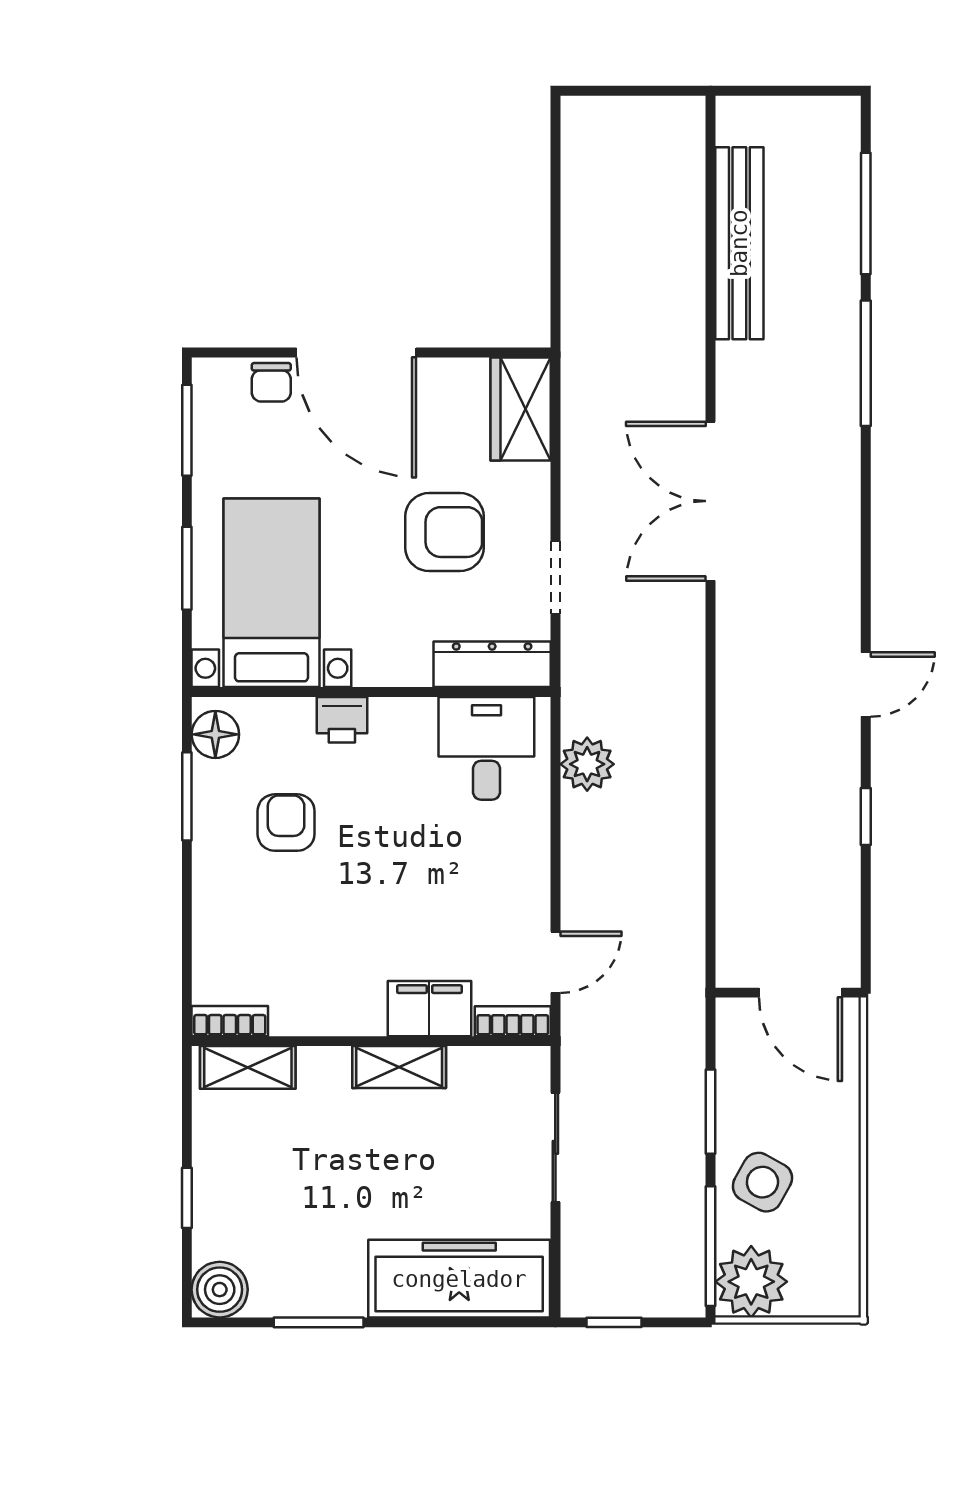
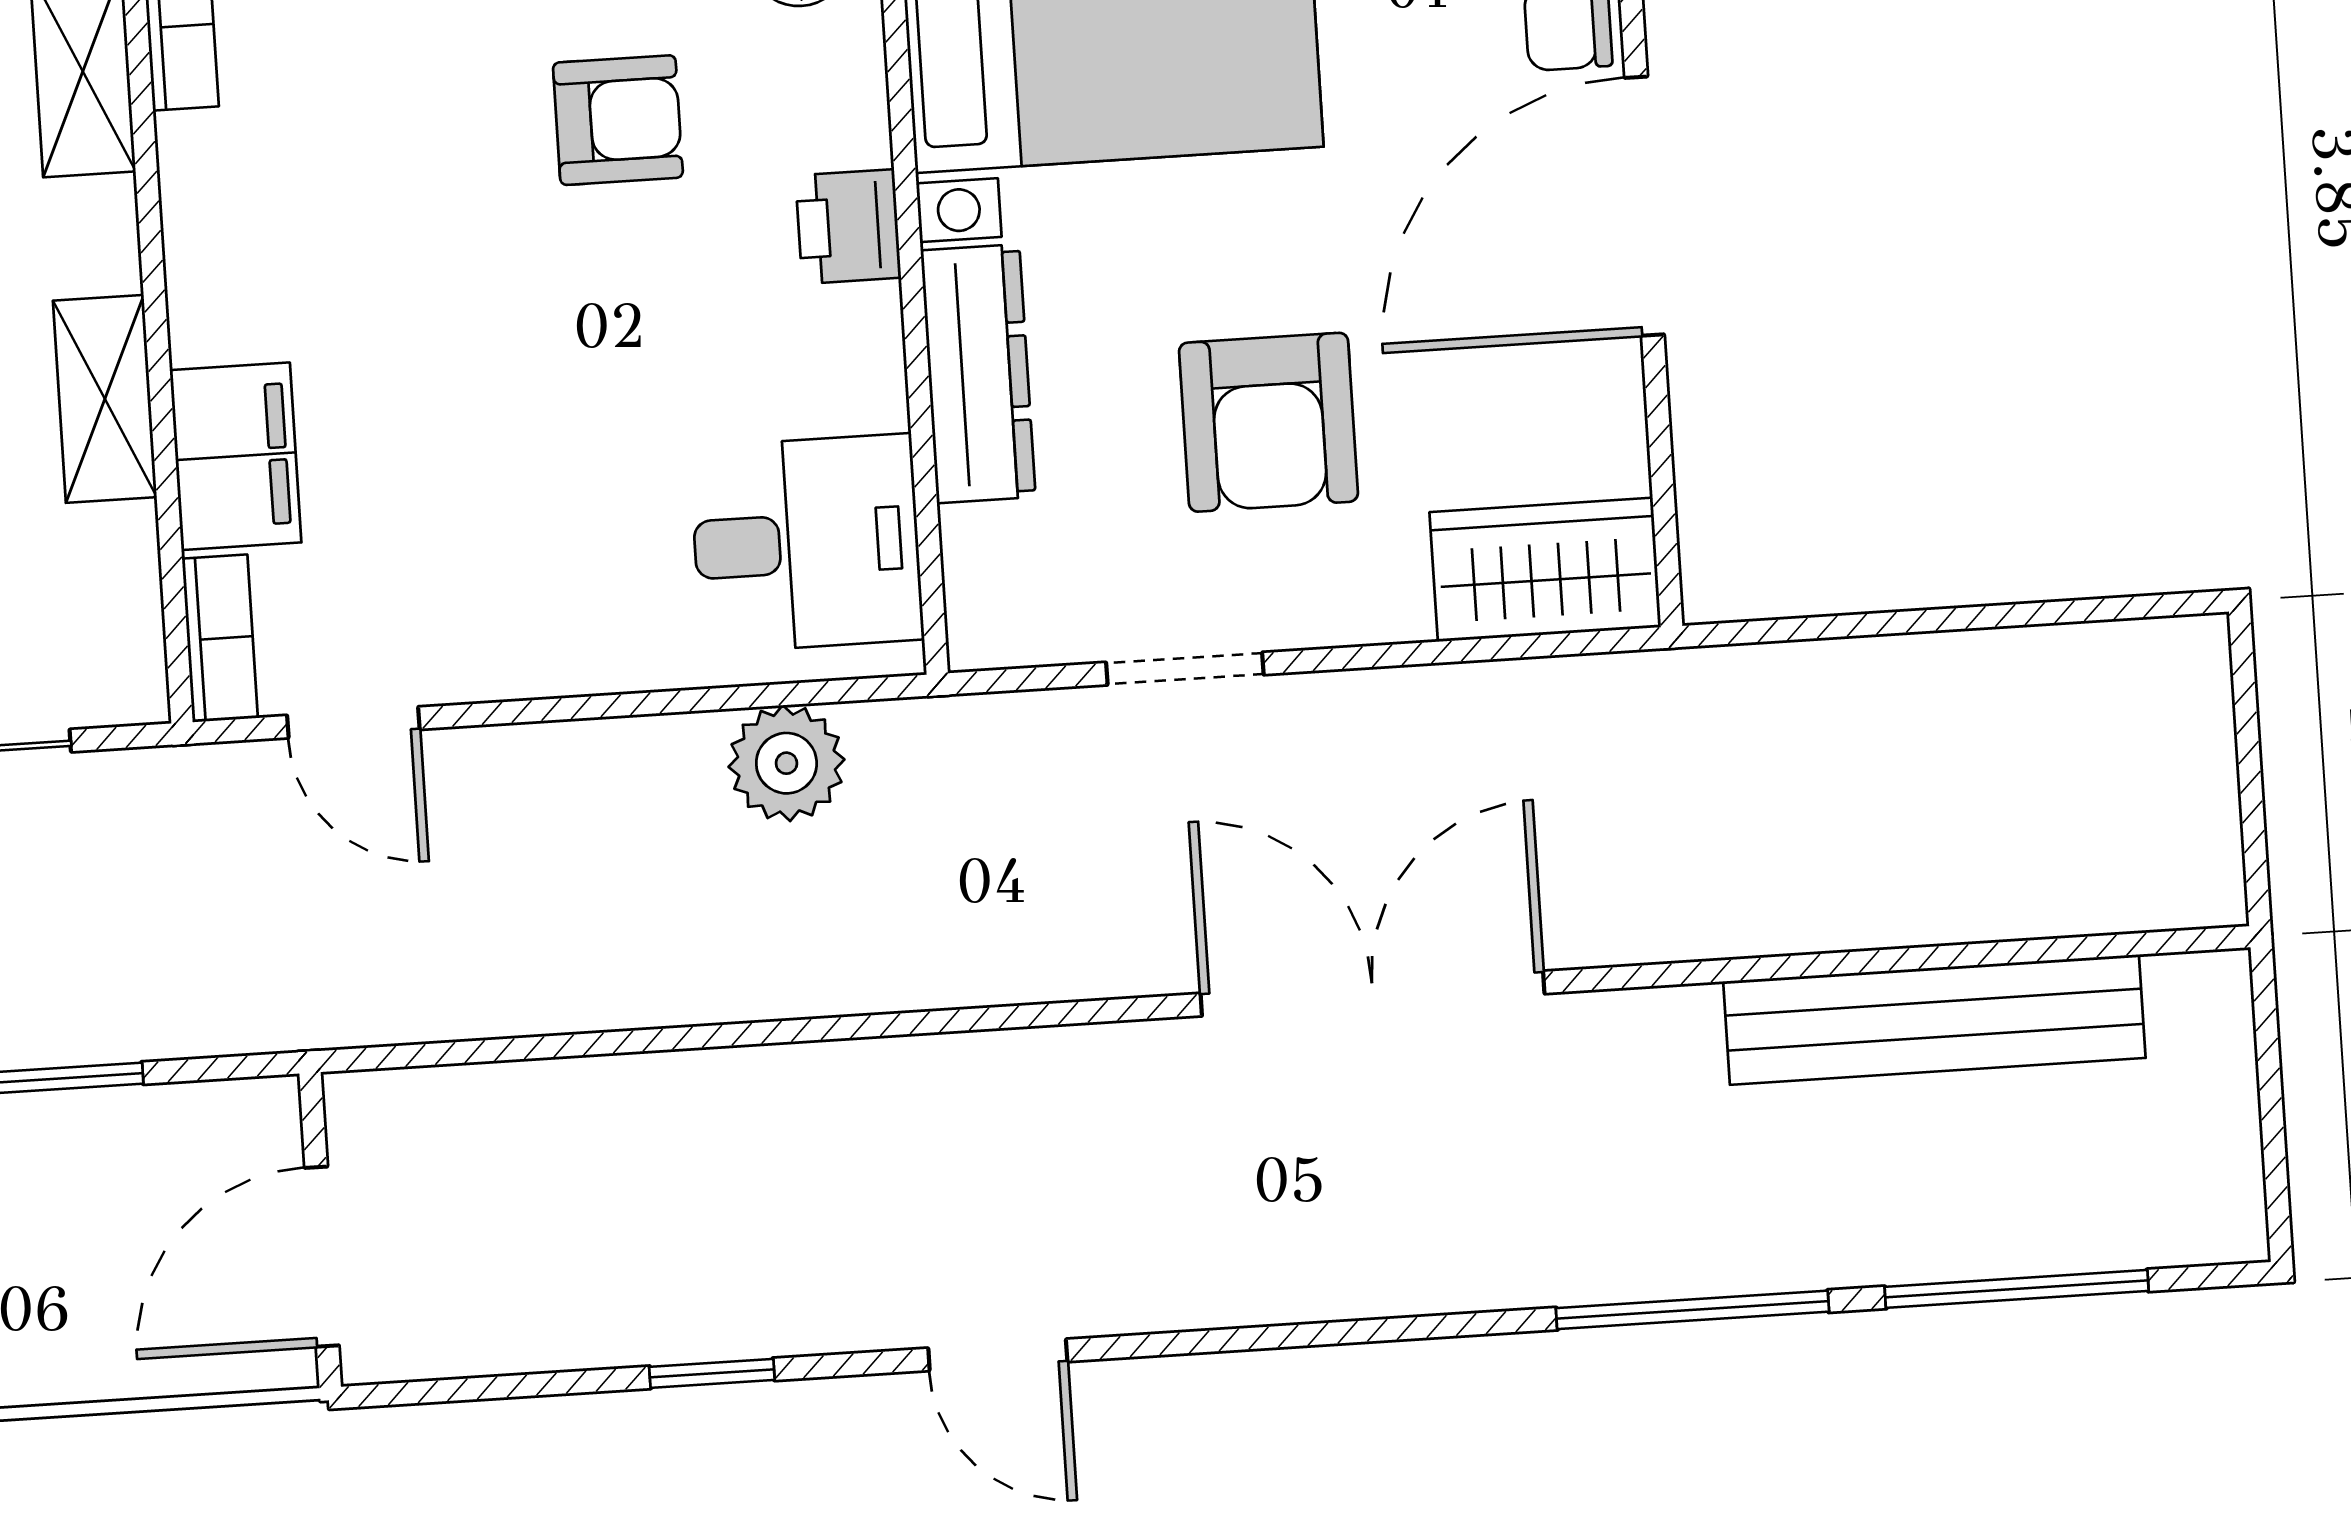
dresser: (492, 664) -> (978, 374), moved

